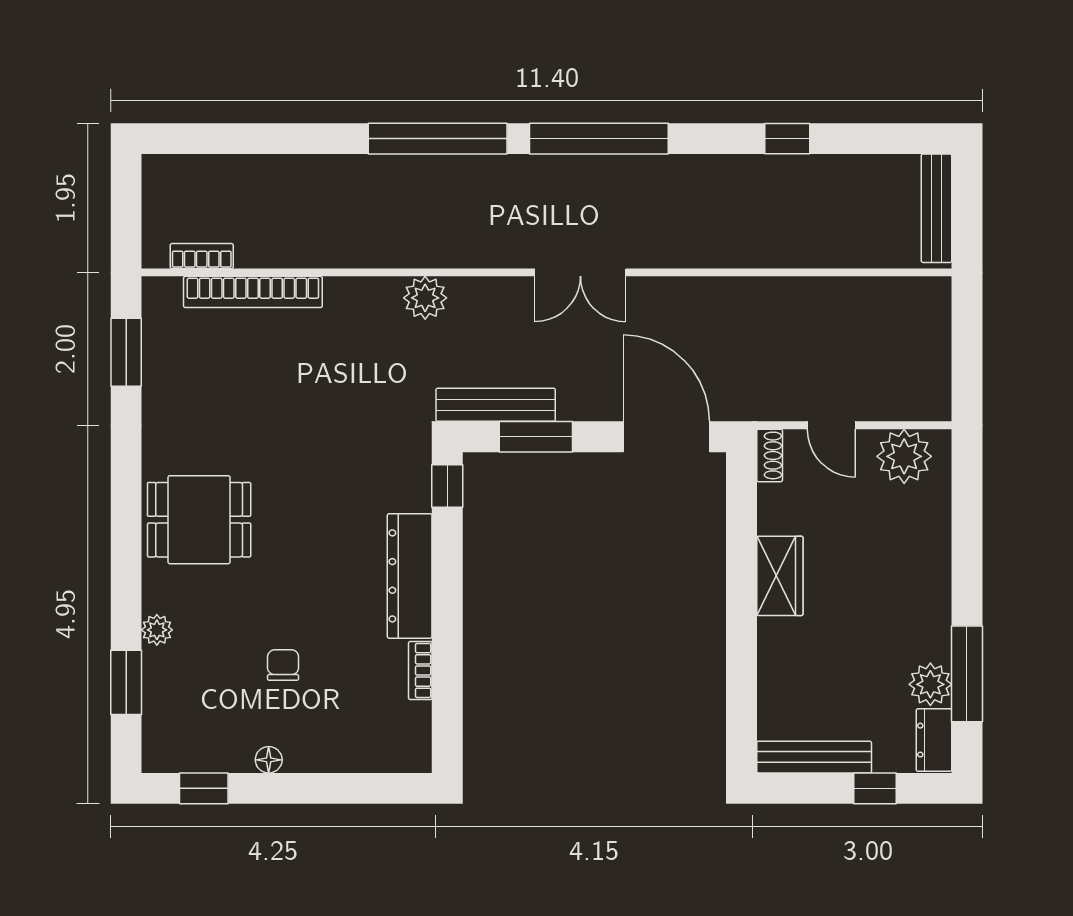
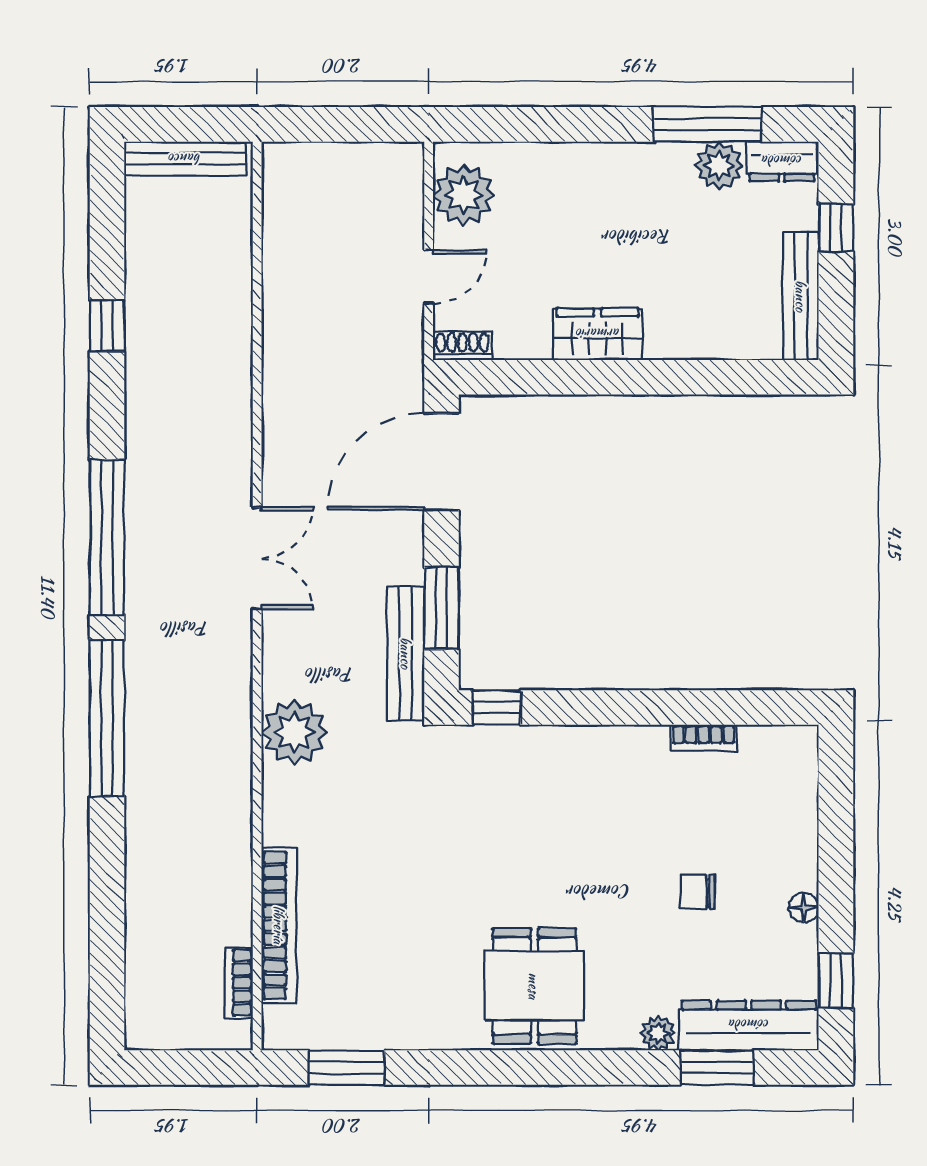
plant: (425, 298) -> (294, 732), width x1.36, depth x1.36
dresser: (410, 576) -> (749, 1025), moved, turned 180

